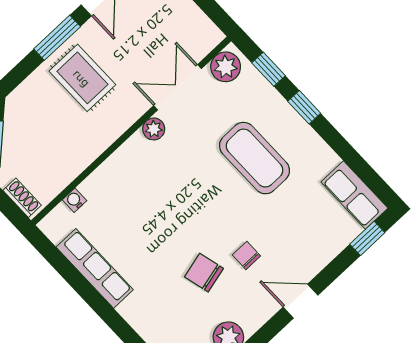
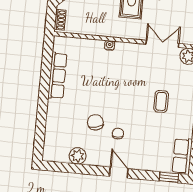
plant: (154, 129) -> (136, 49), removed
coffee table: (254, 158) -> (161, 101), width x0.54, depth x0.58
water cooler: (75, 200) -> (110, 45), moved

